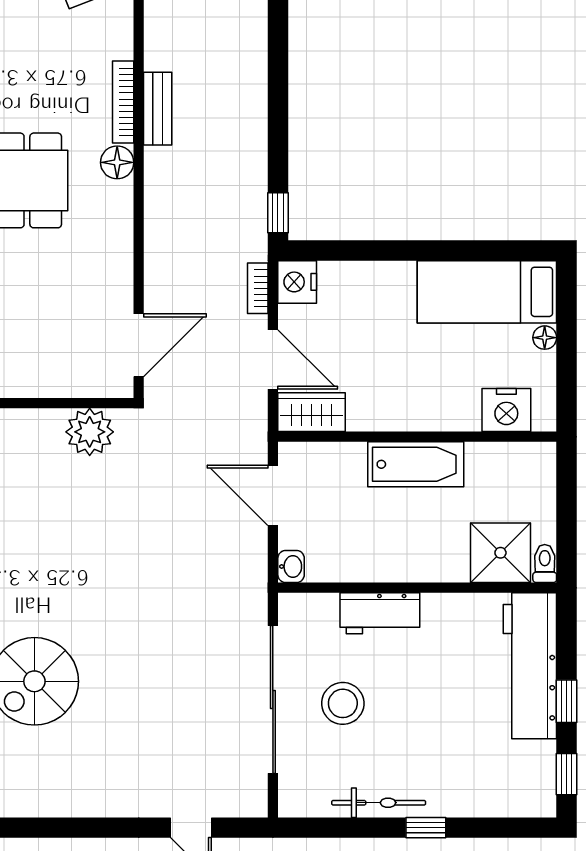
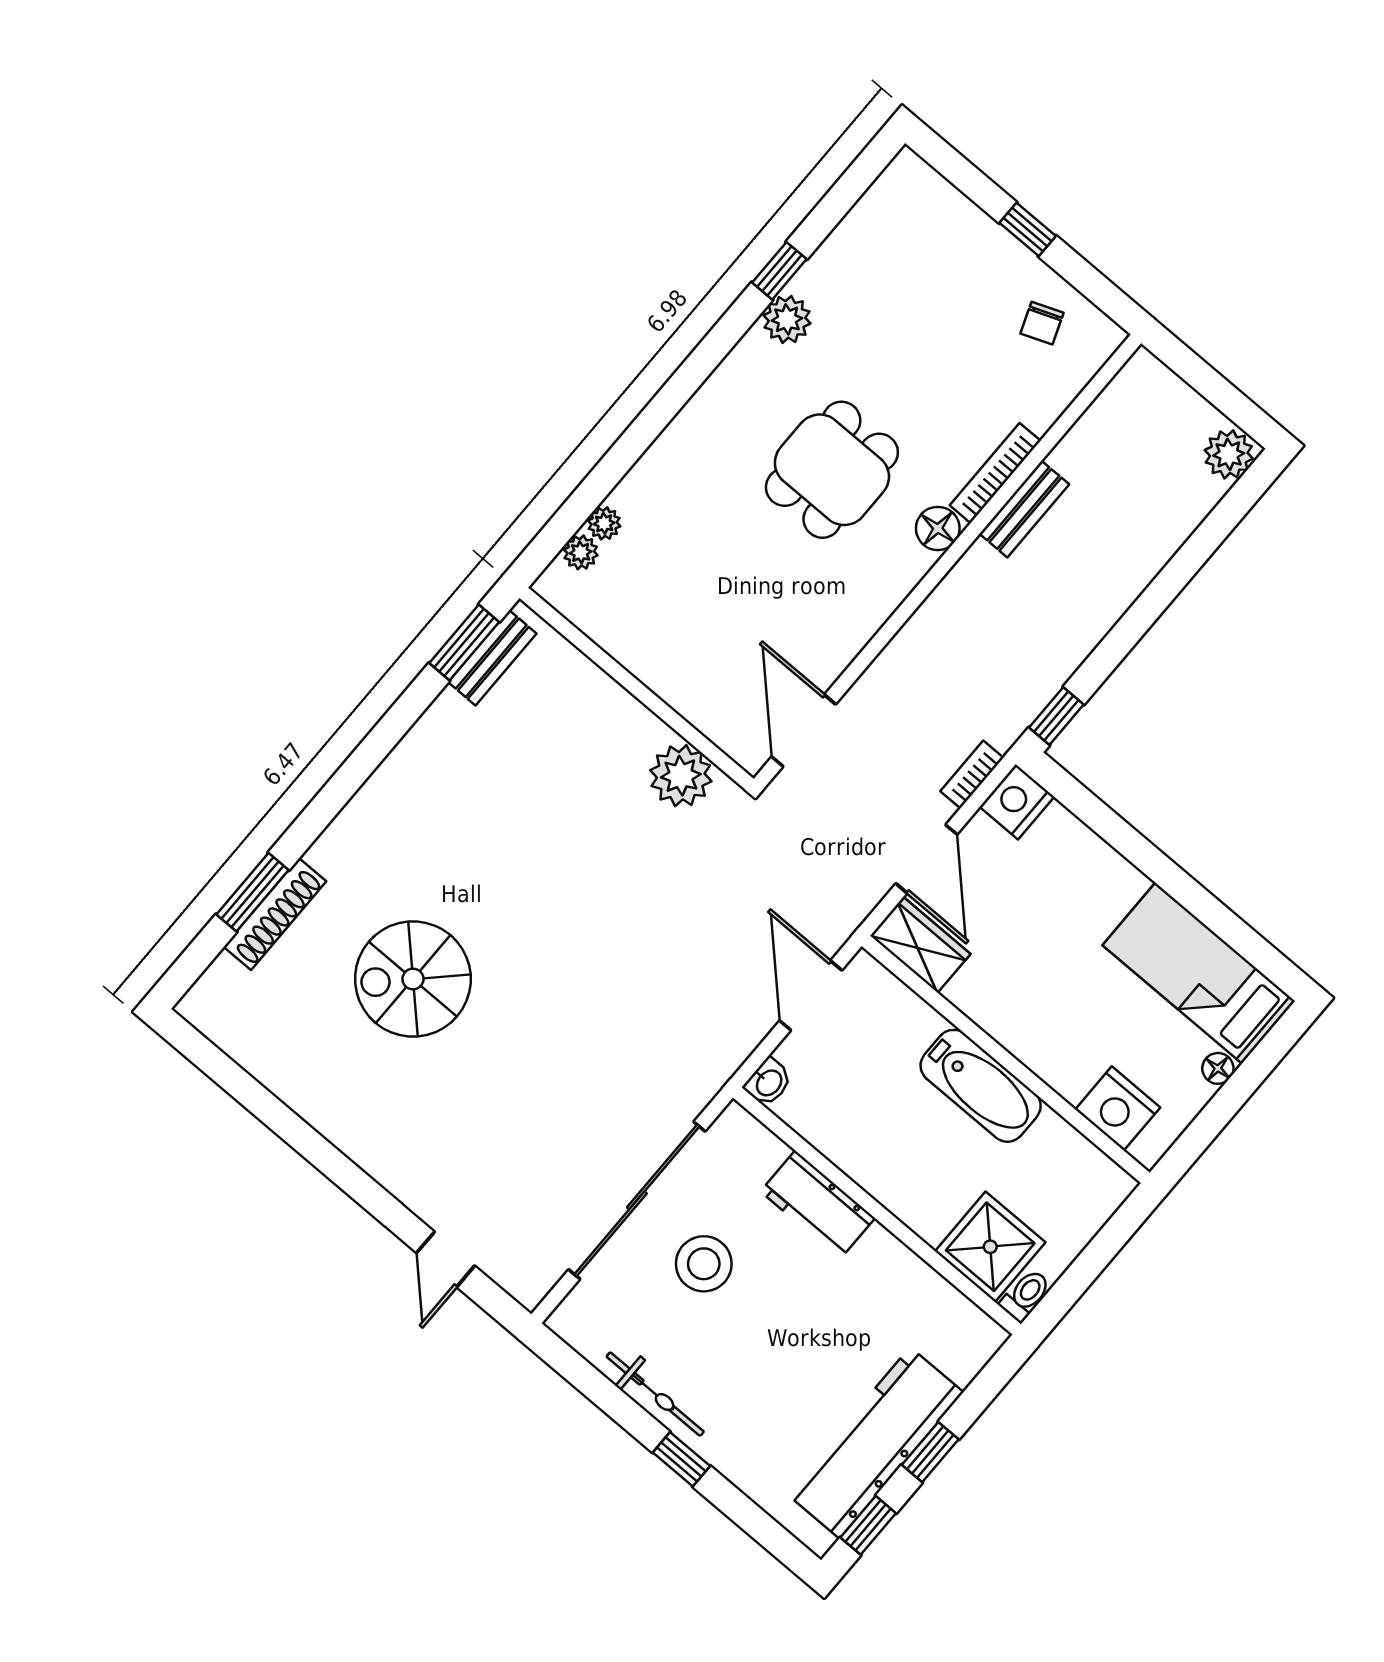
door: (139, 345) -> (804, 730), swing flipped
workbench: (530, 666) -> (875, 1443), moved

